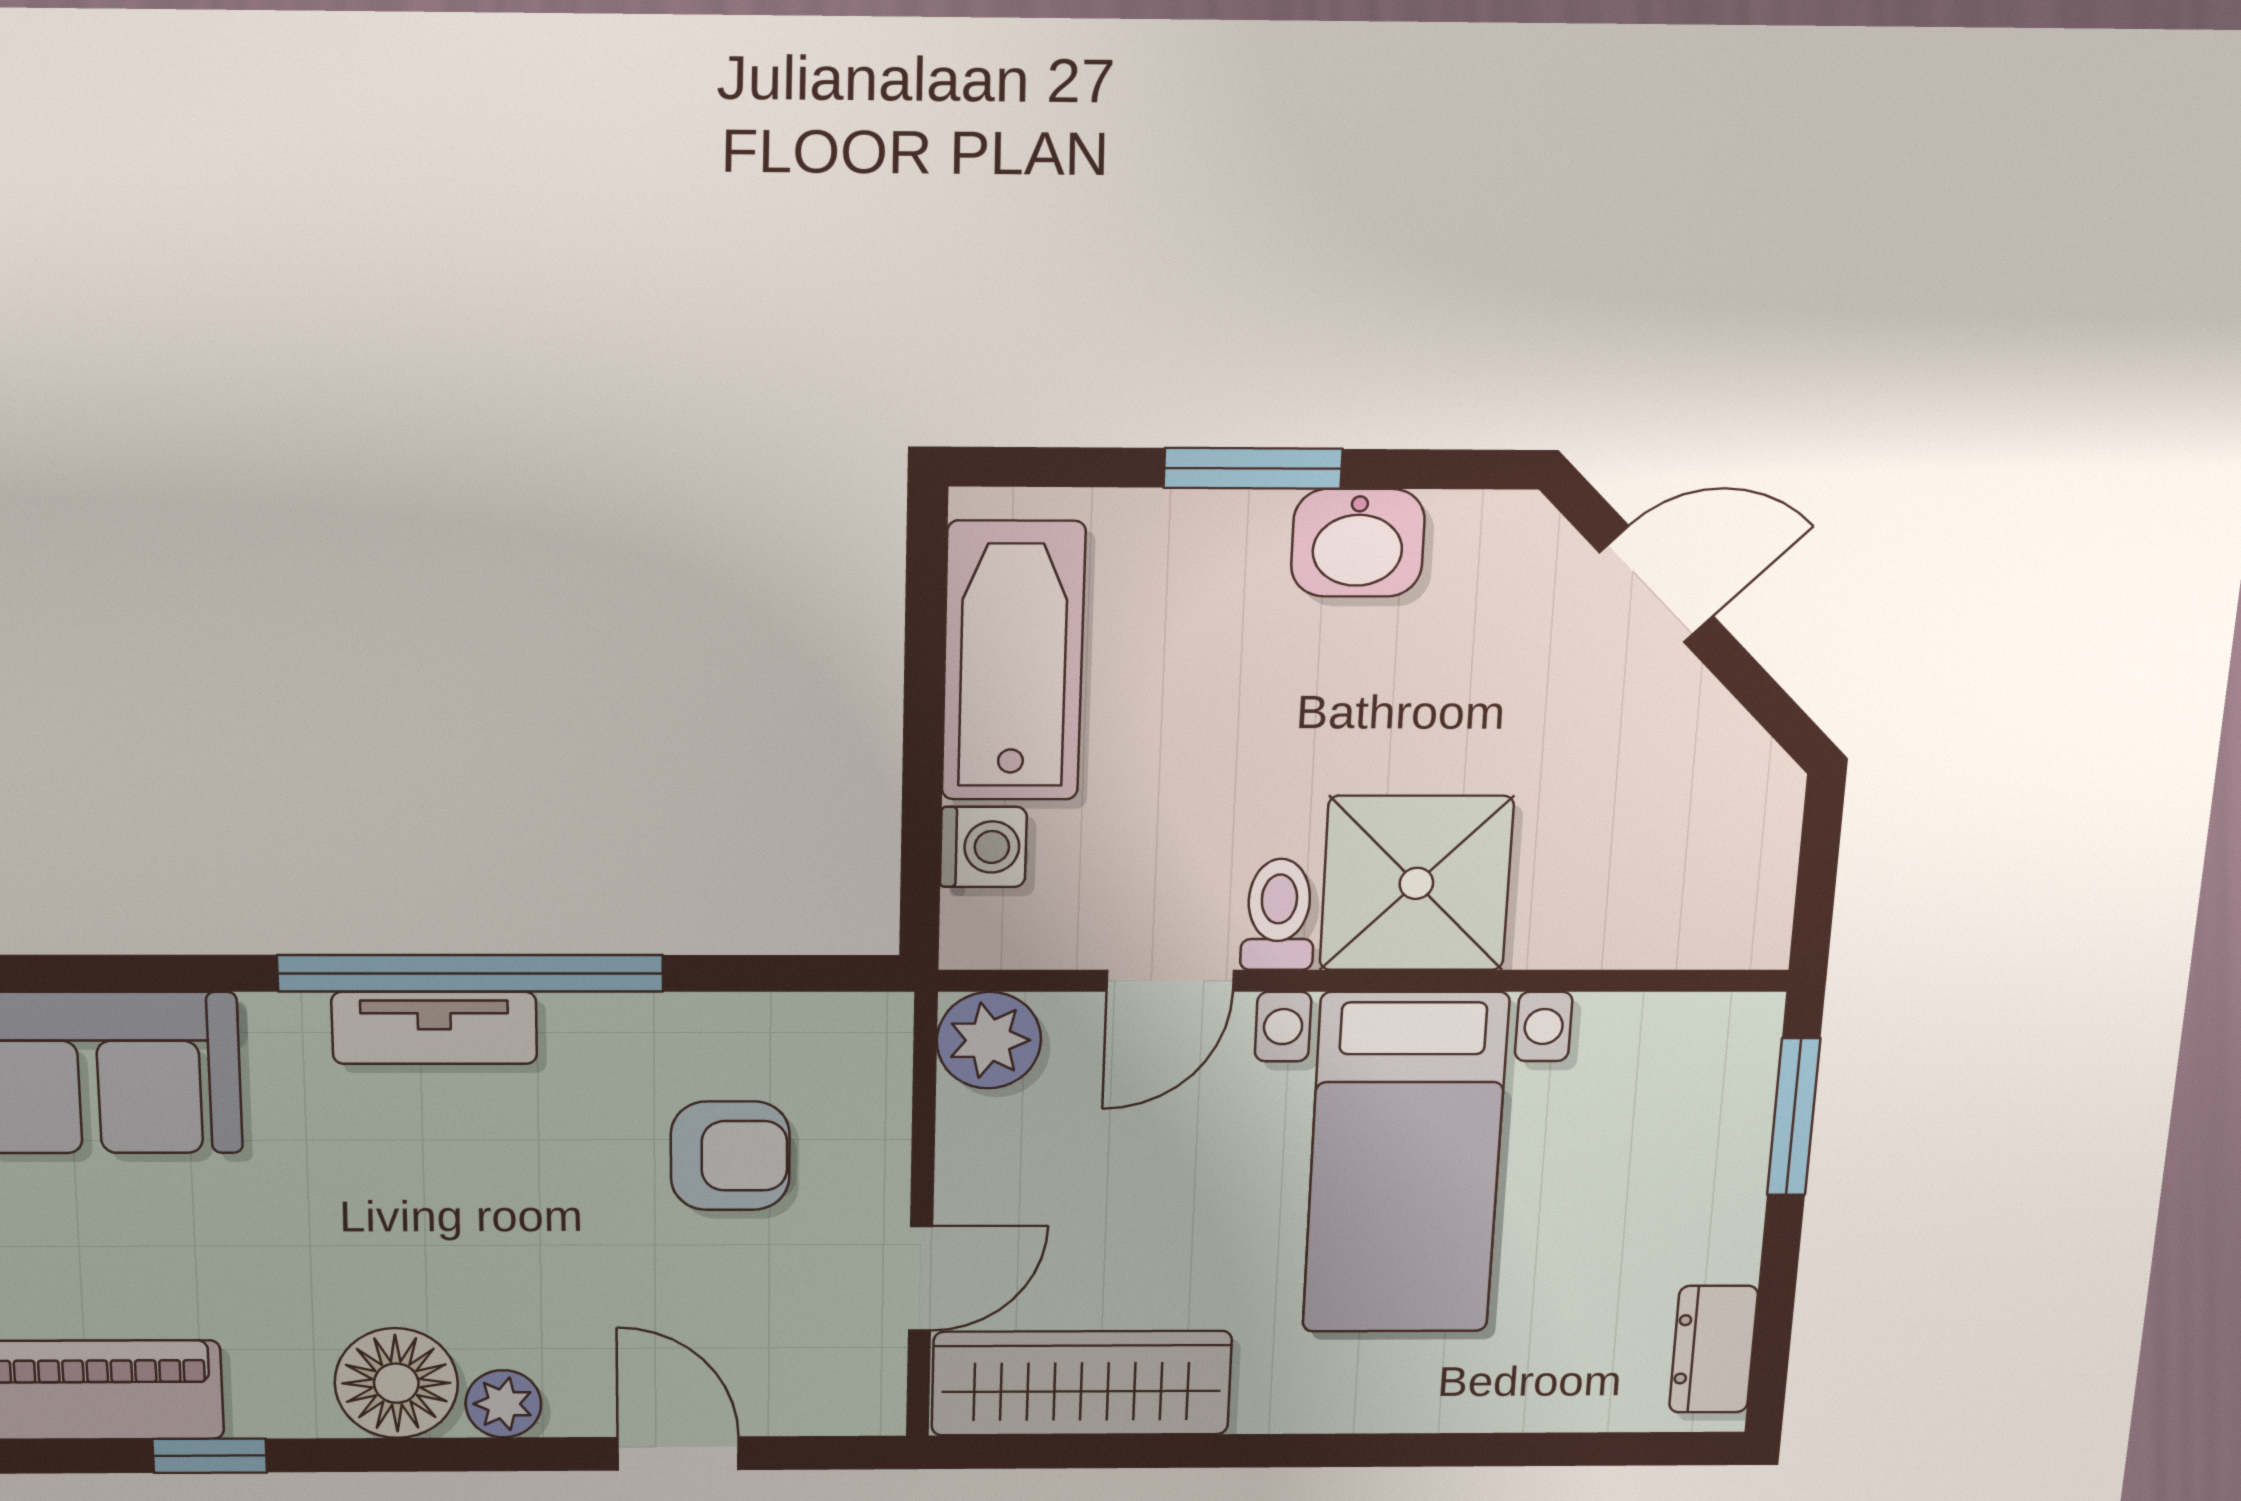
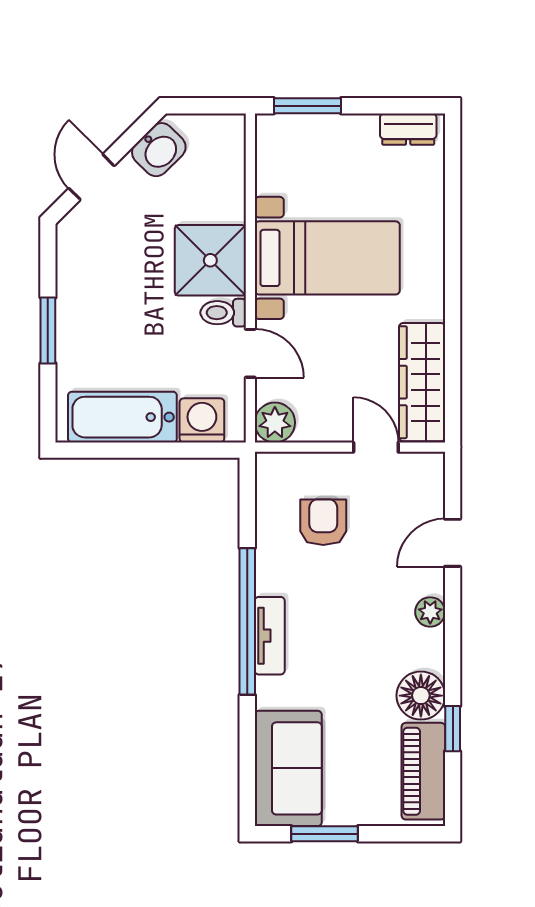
washbasin: (1358, 543) -> (159, 150), moved, turned 45
washing machine: (983, 847) -> (202, 420), width x1.38, depth x1.38
floor lamp: (396, 1383) -> (421, 696), moved

